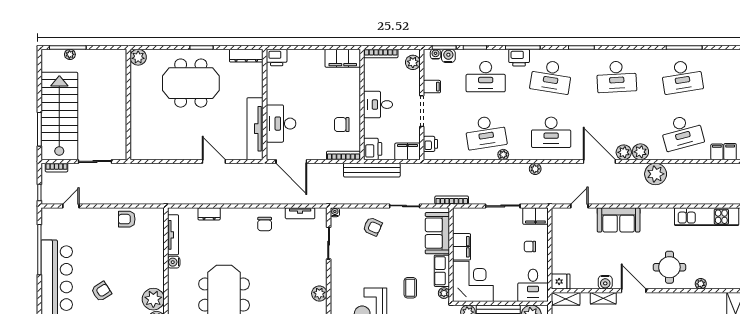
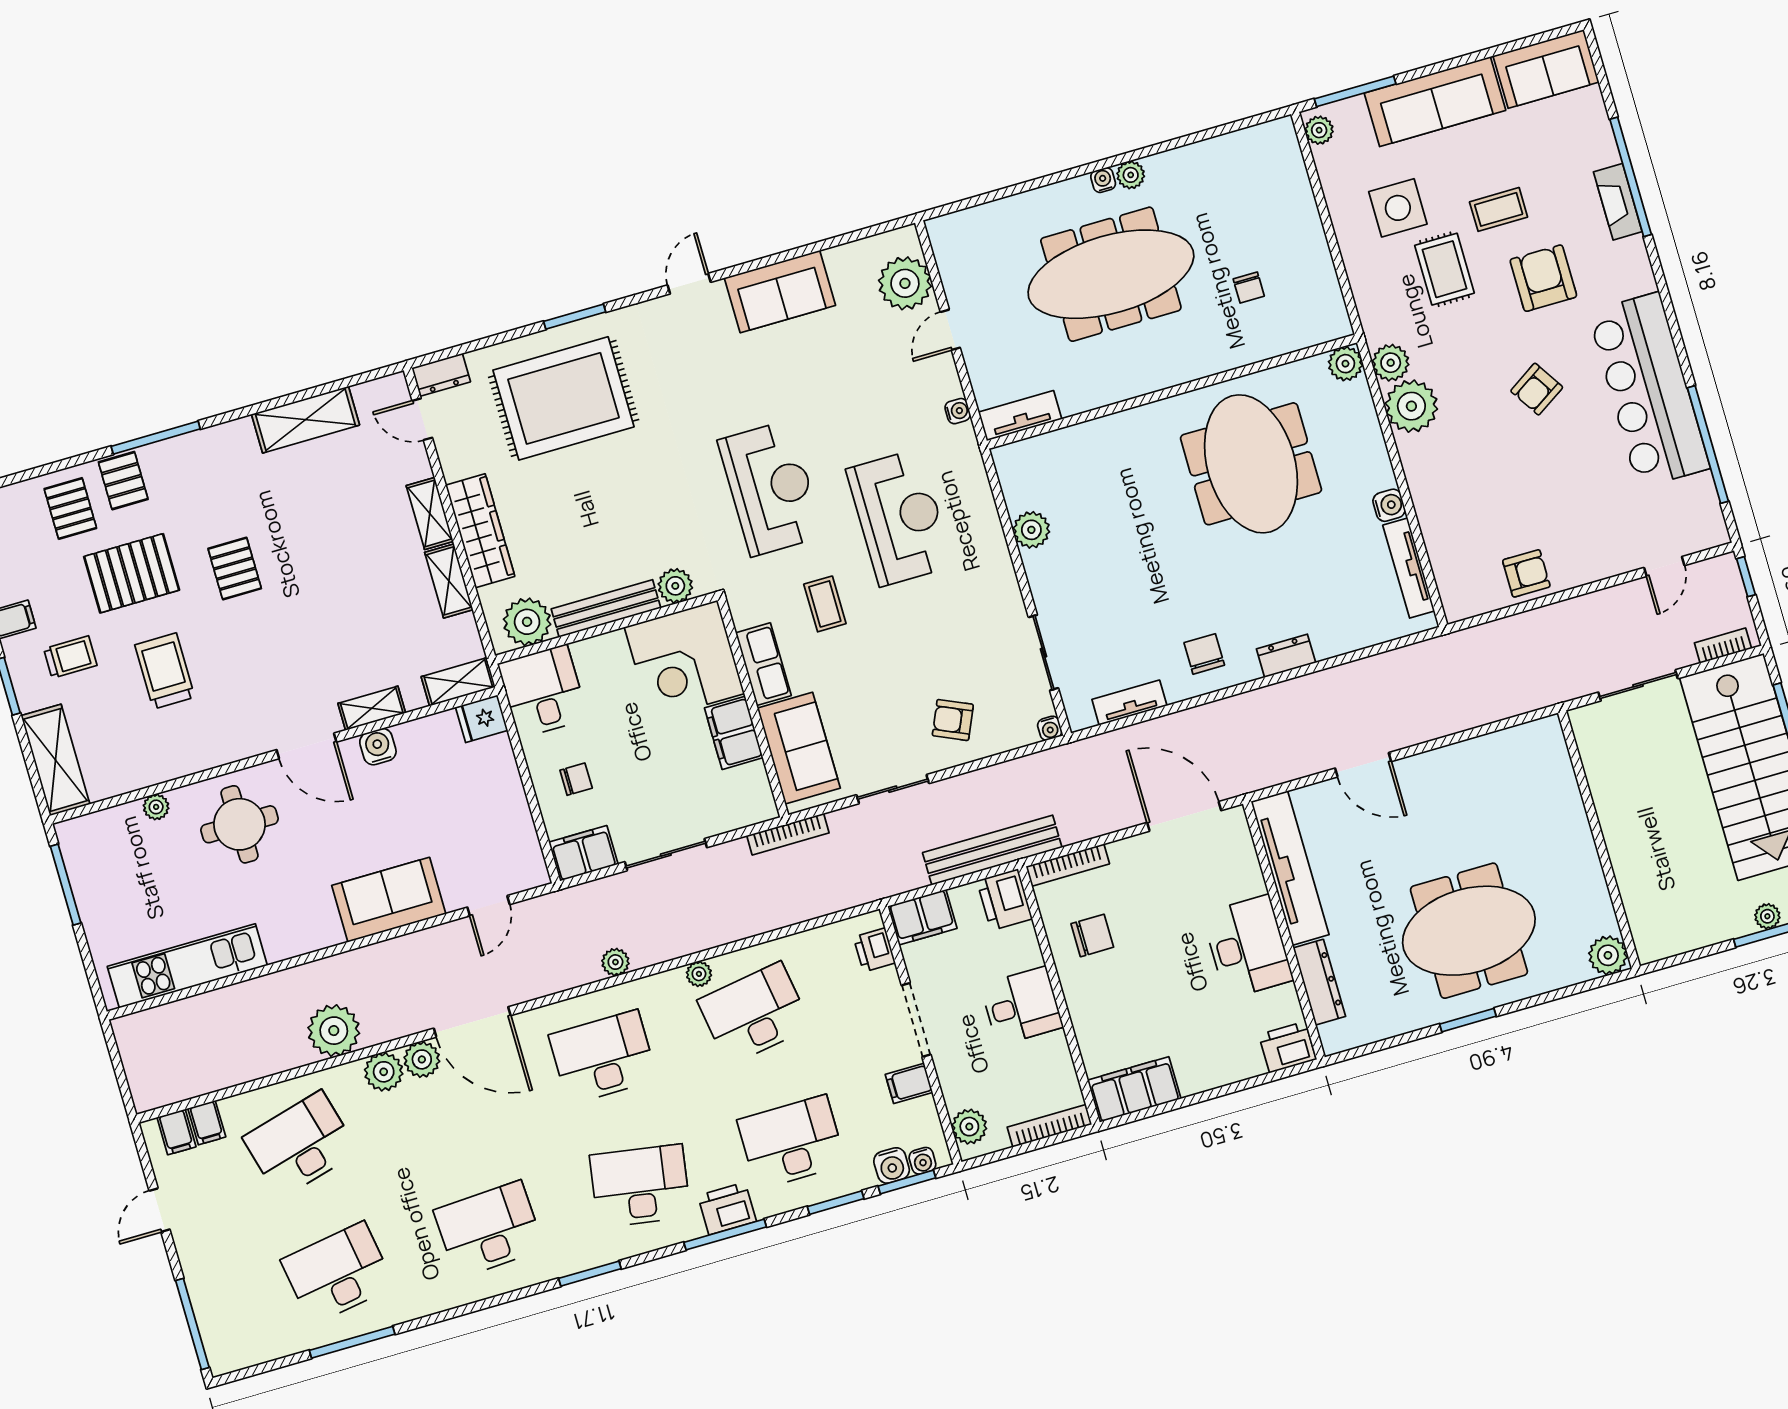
dresser: (246, 56) -> (1319, 982), moved, turned 90
desk: (281, 124) -> (1248, 947), moved
dresser: (209, 214) -> (1286, 656), moved
plant: (444, 293) -> (744, 614), removed

